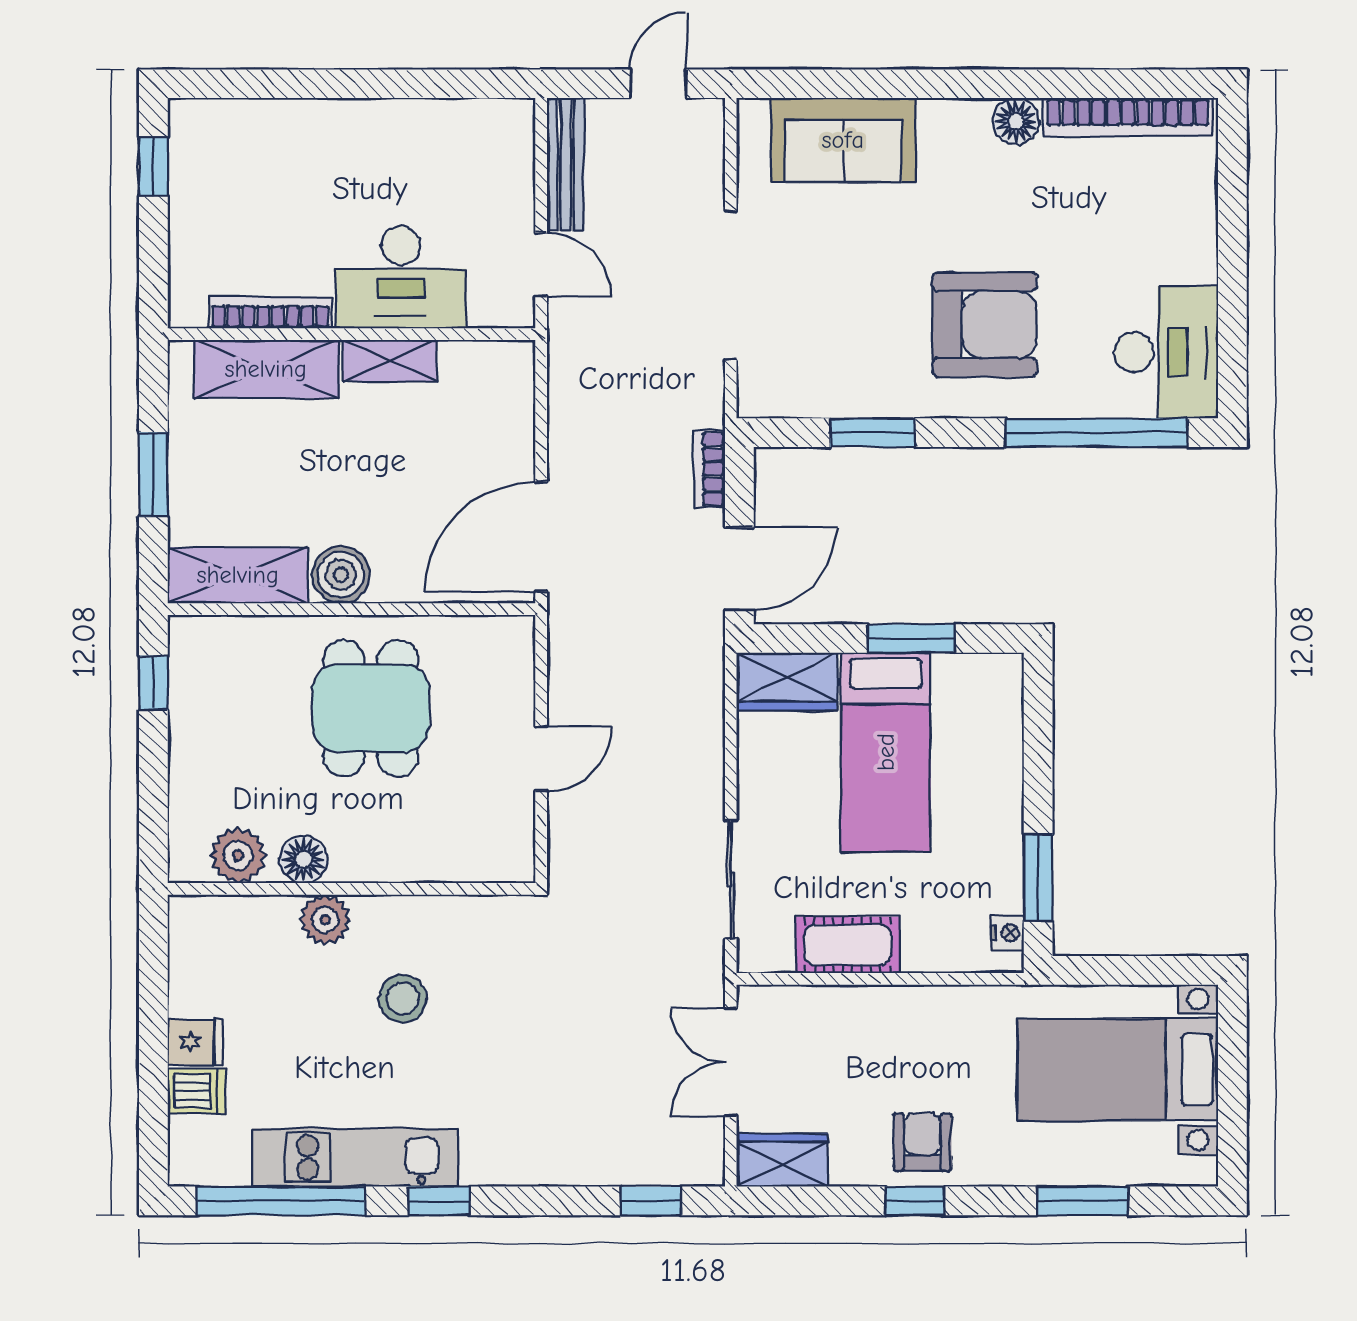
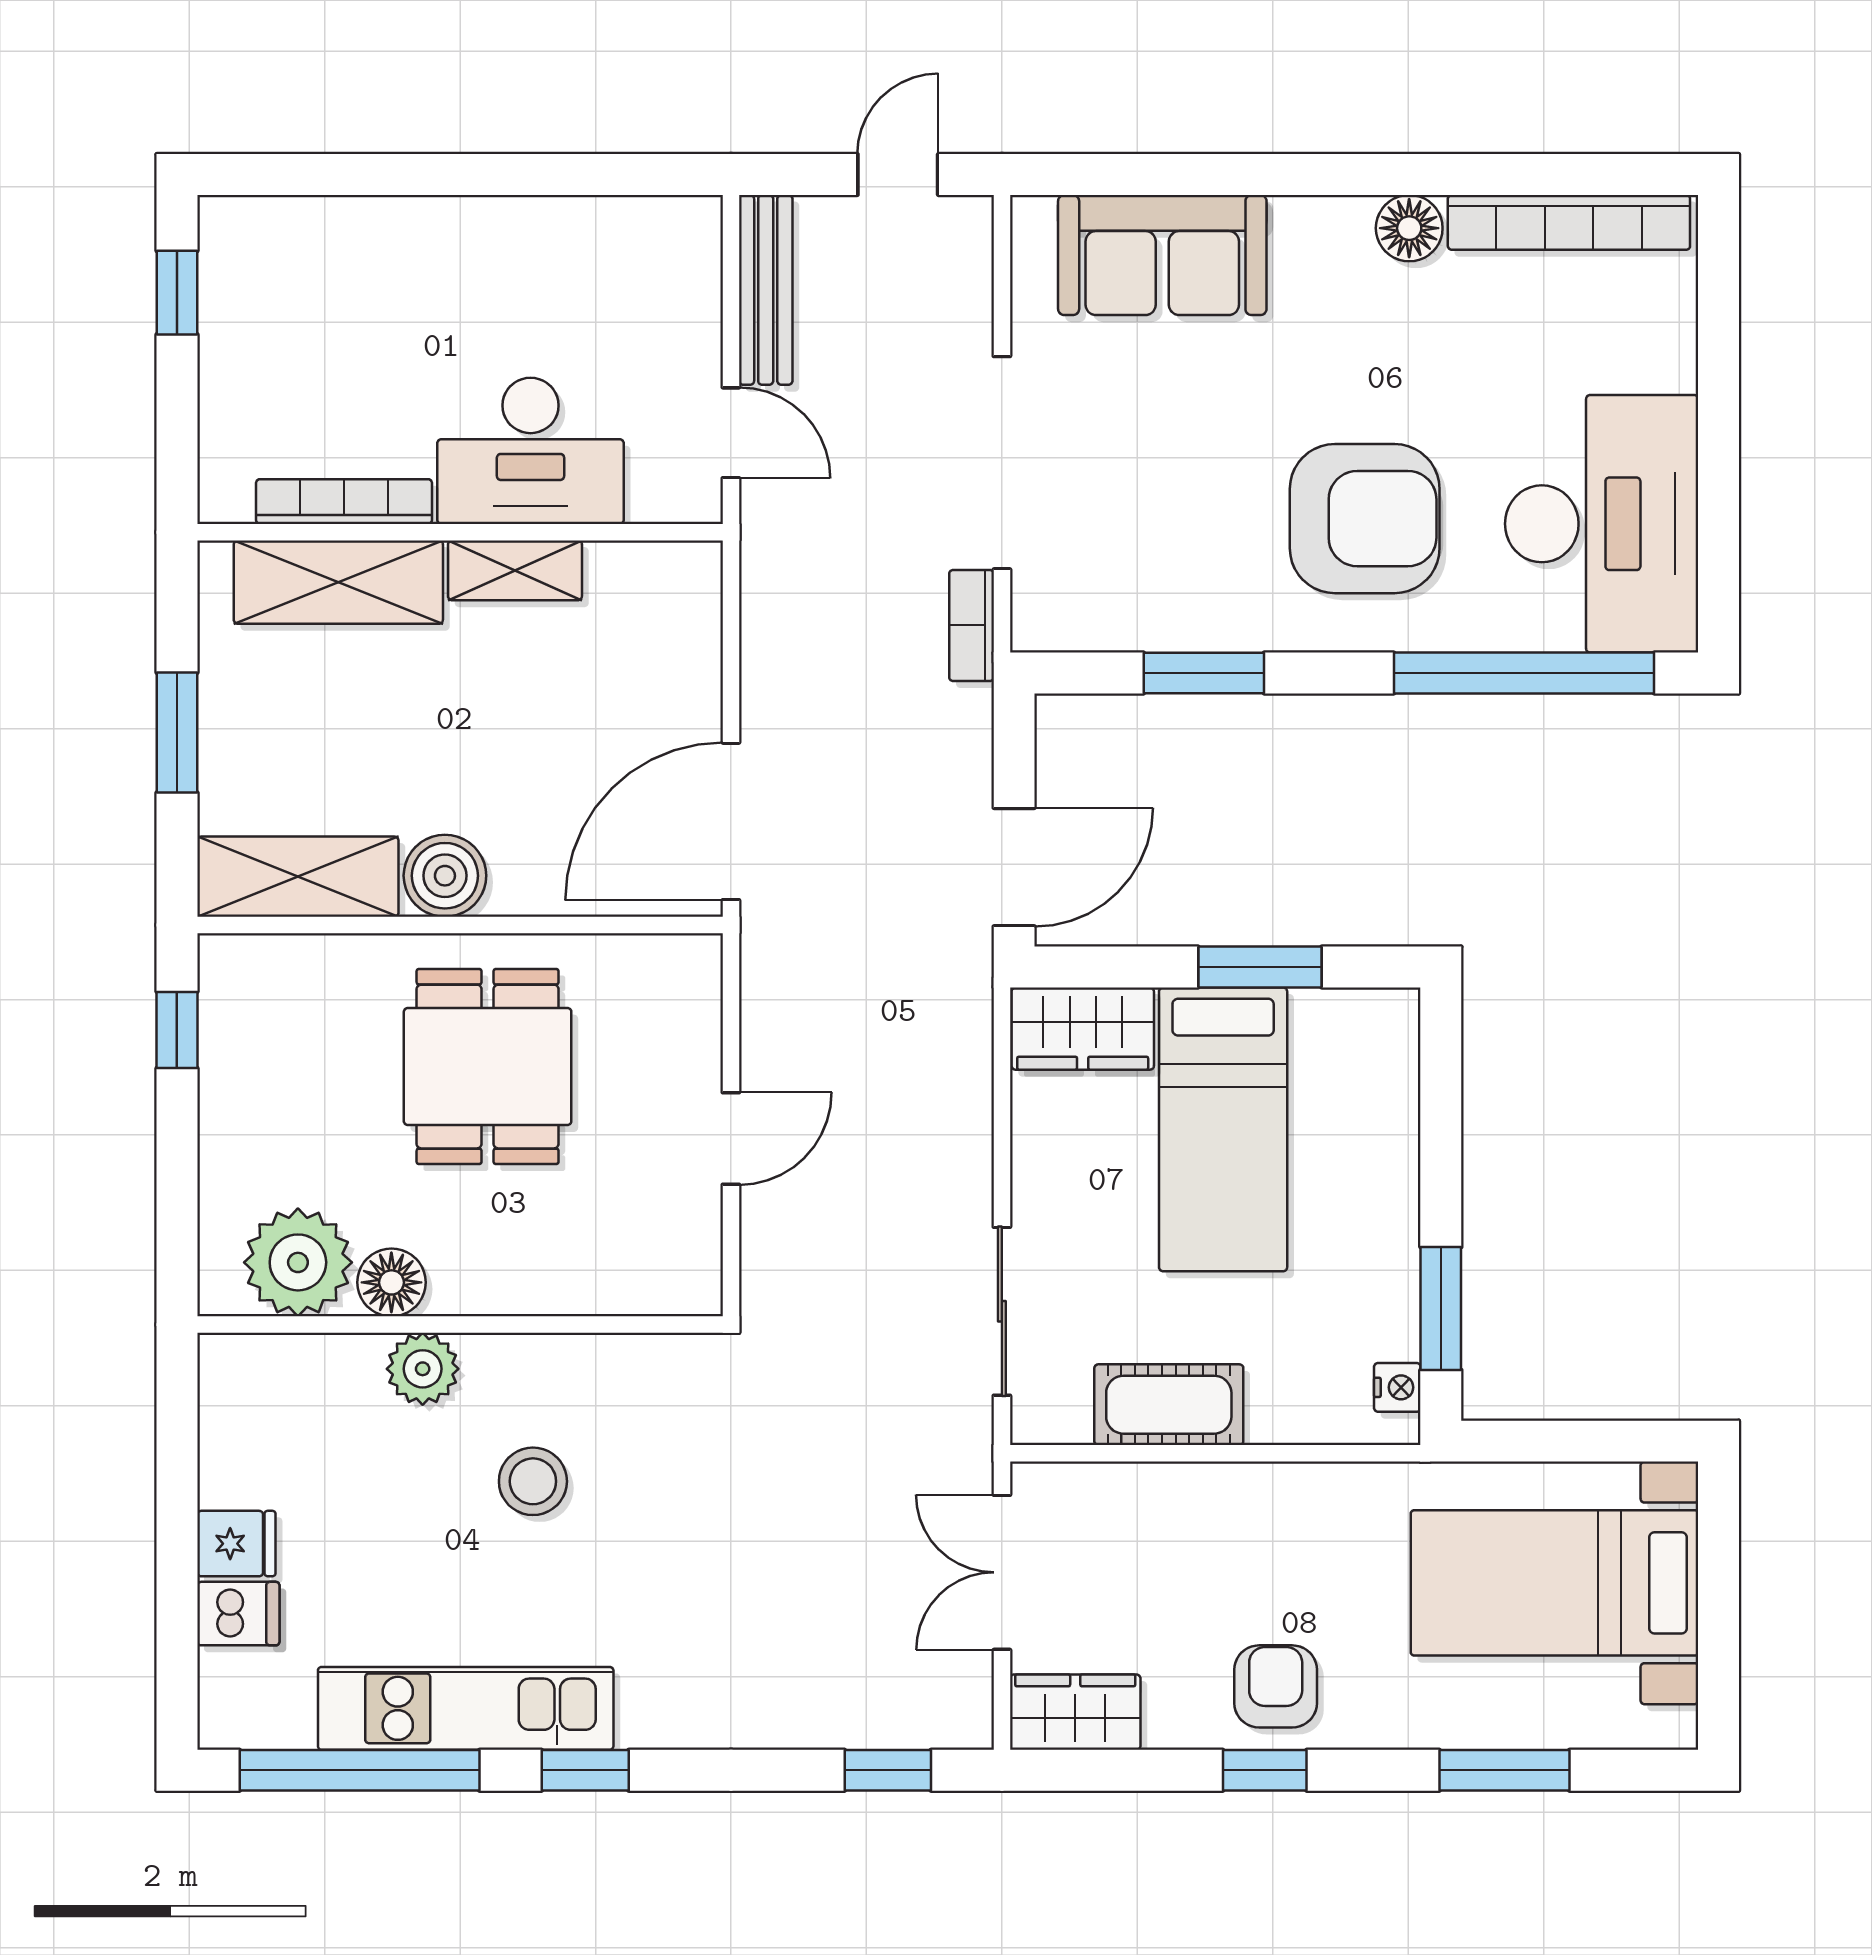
desk: (1166, 352) -> (1602, 524), width x1.36, depth x1.30
bookcase: (710, 469) -> (972, 625), moved
plant: (238, 855) -> (298, 1262), width x1.36, depth x1.36

